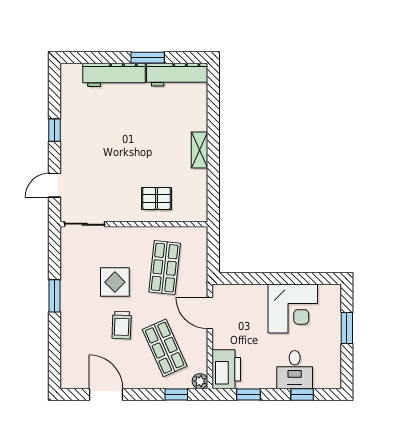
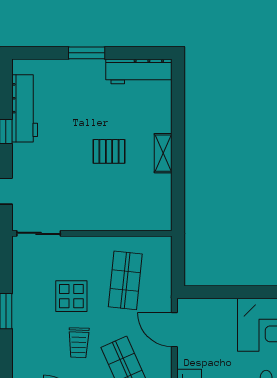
window: (148, 58) -> (87, 53), moved
workbench: (114, 75) -> (25, 108), moved, turned -90
pallet: (156, 198) -> (109, 151), moved

